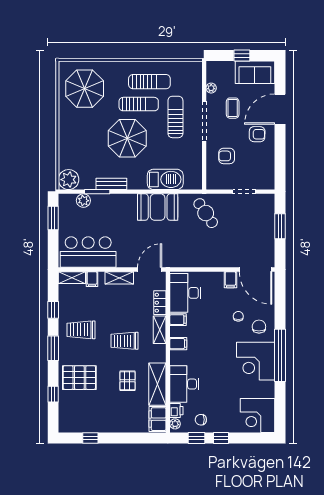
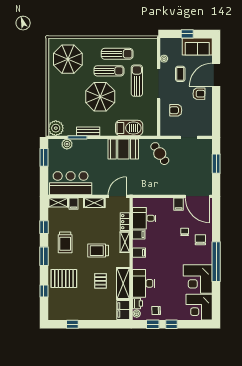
desk: (185, 293) -> (144, 218), width x0.73
trolley: (81, 330) -> (65, 242), turned -90
corner desk: (256, 361) -> (198, 279), moved

